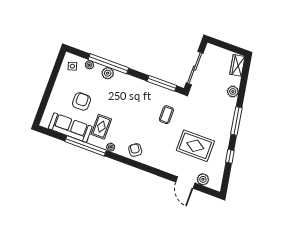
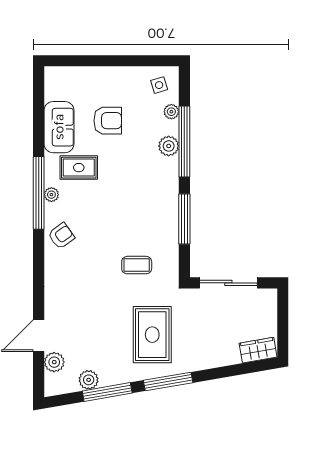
window: (162, 83) -> (184, 219), moved
plant: (233, 92) -> (89, 380), moved
sofa: (70, 128) -> (59, 127), width x0.73
window: (86, 146) -> (39, 193), moved
rug: (195, 146) -> (152, 335), moved
window: (230, 156) -> (107, 392), width x2.17

